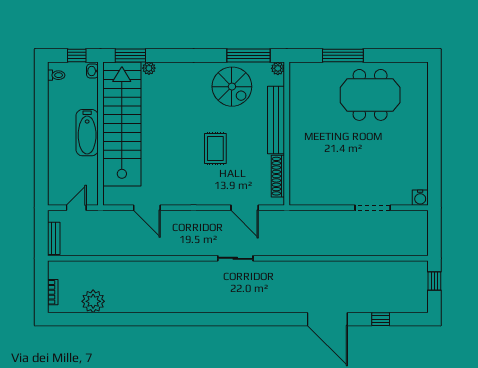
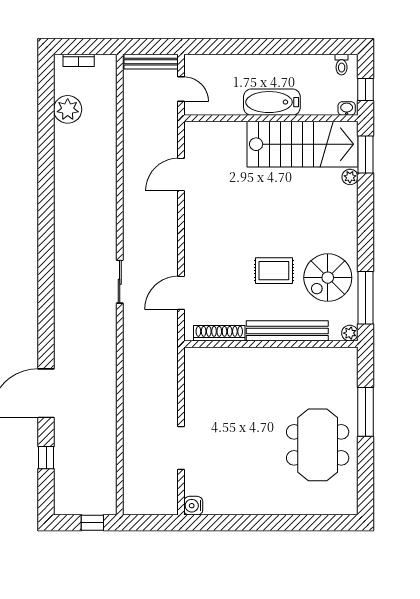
stairs: (122, 124) -> (303, 144), width x0.73
rug: (215, 149) -> (274, 271), moved
bench: (54, 238) -> (151, 62), width x1.36

